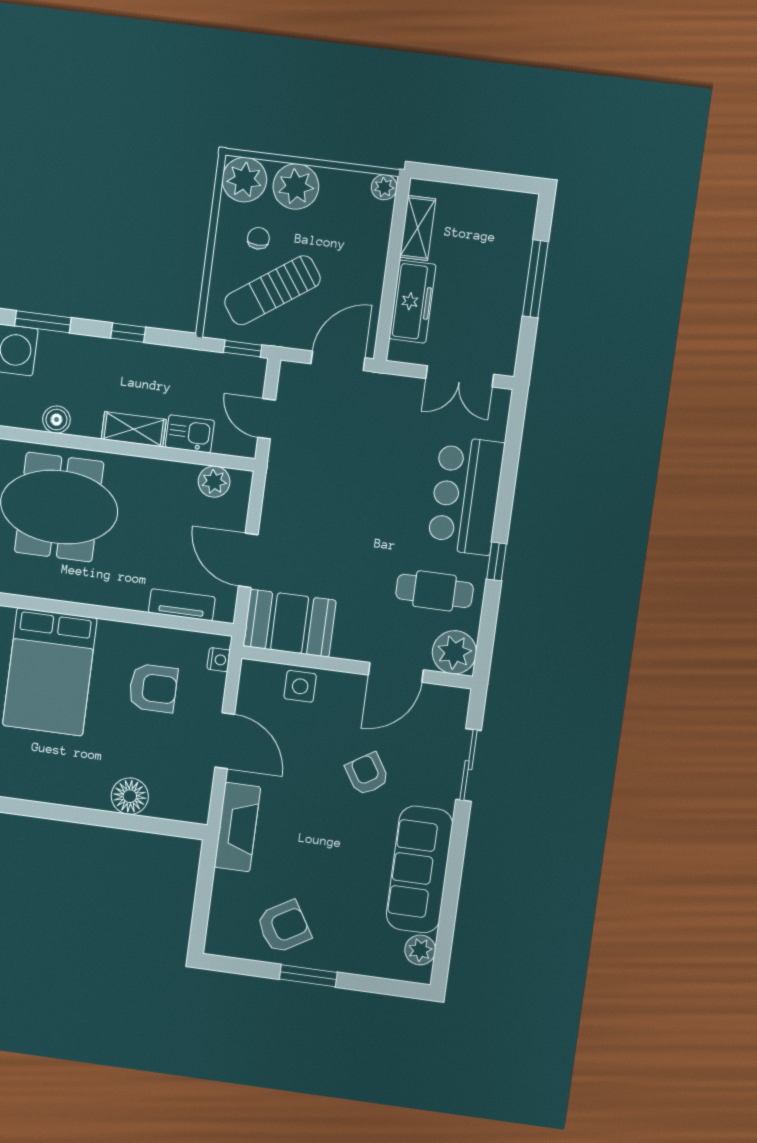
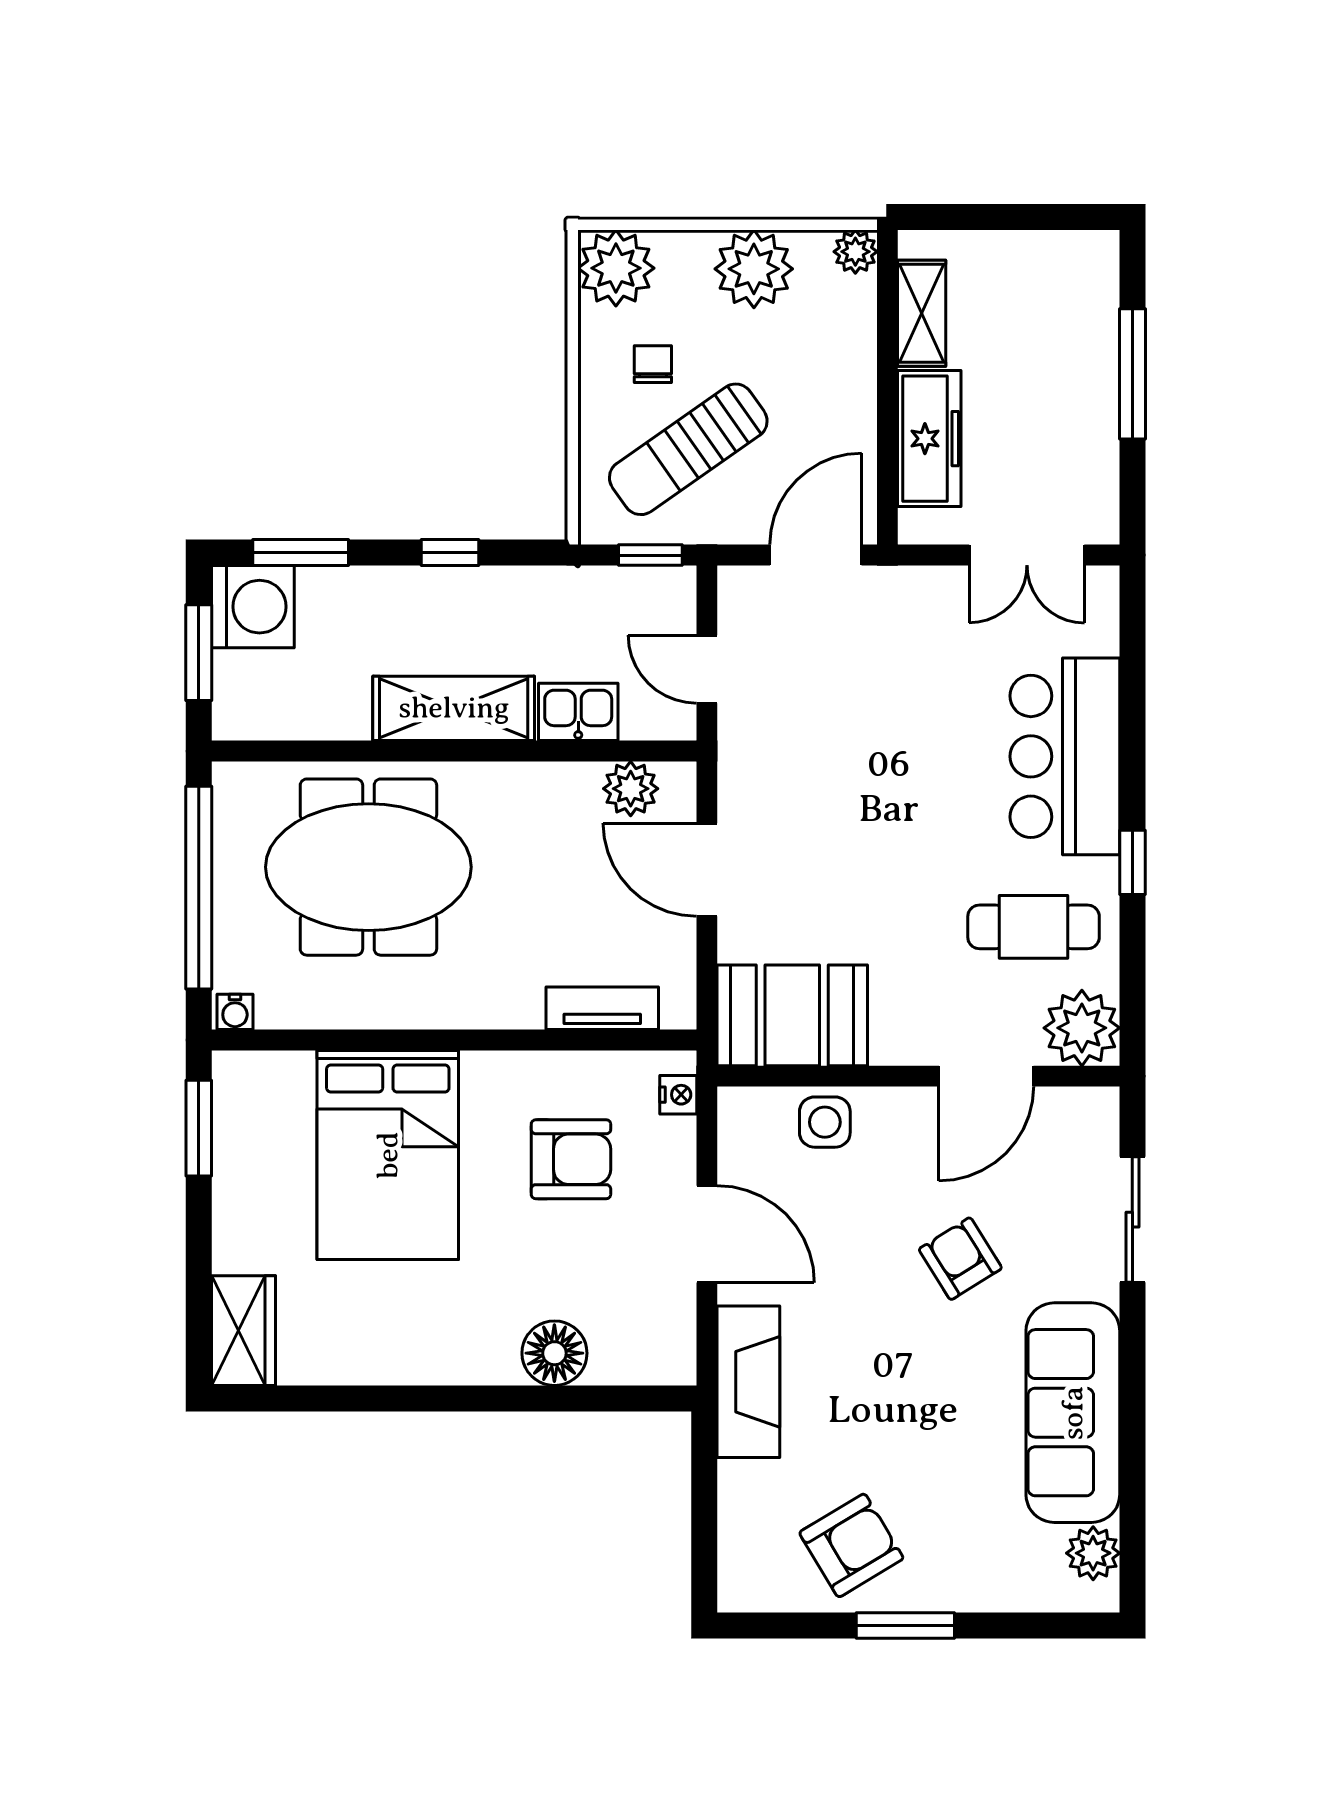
plant: (296, 187) -> (754, 269), moved
boiler: (56, 420) -> (345, 717), removed
shelving: (134, 429) -> (454, 708), width x1.50, depth x1.33
door: (248, 560) -> (707, 870), moved

